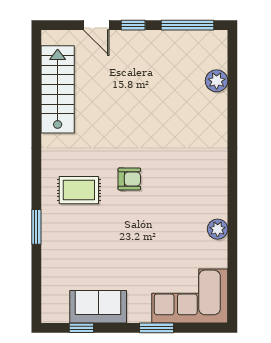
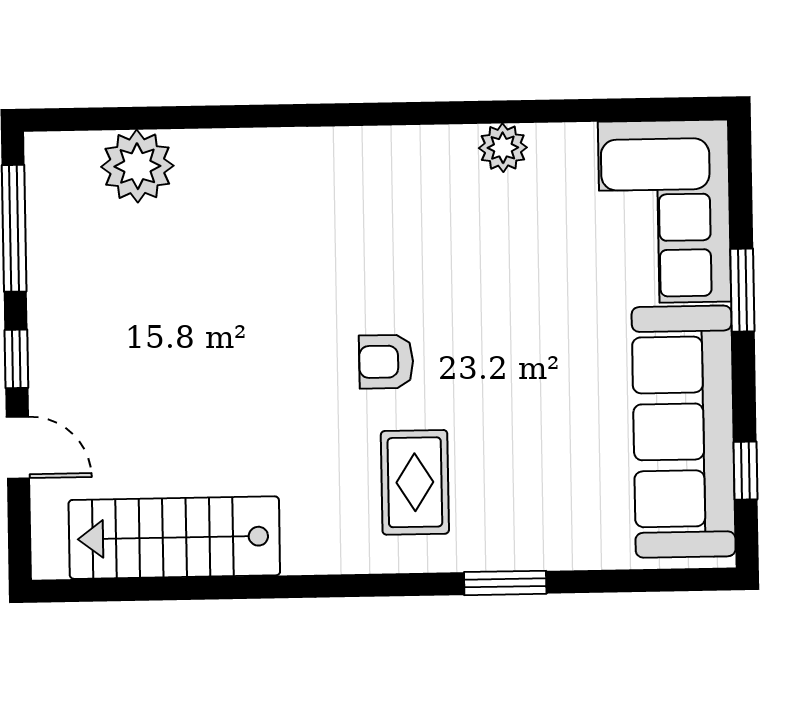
door: (96, 25) -> (18, 448), hinge flipped
plant: (217, 81) -> (137, 166), width x1.36, depth x1.36
armchair: (129, 179) -> (386, 362), turned -90
sofa: (98, 307) -> (684, 432), width x1.85, depth x1.27

